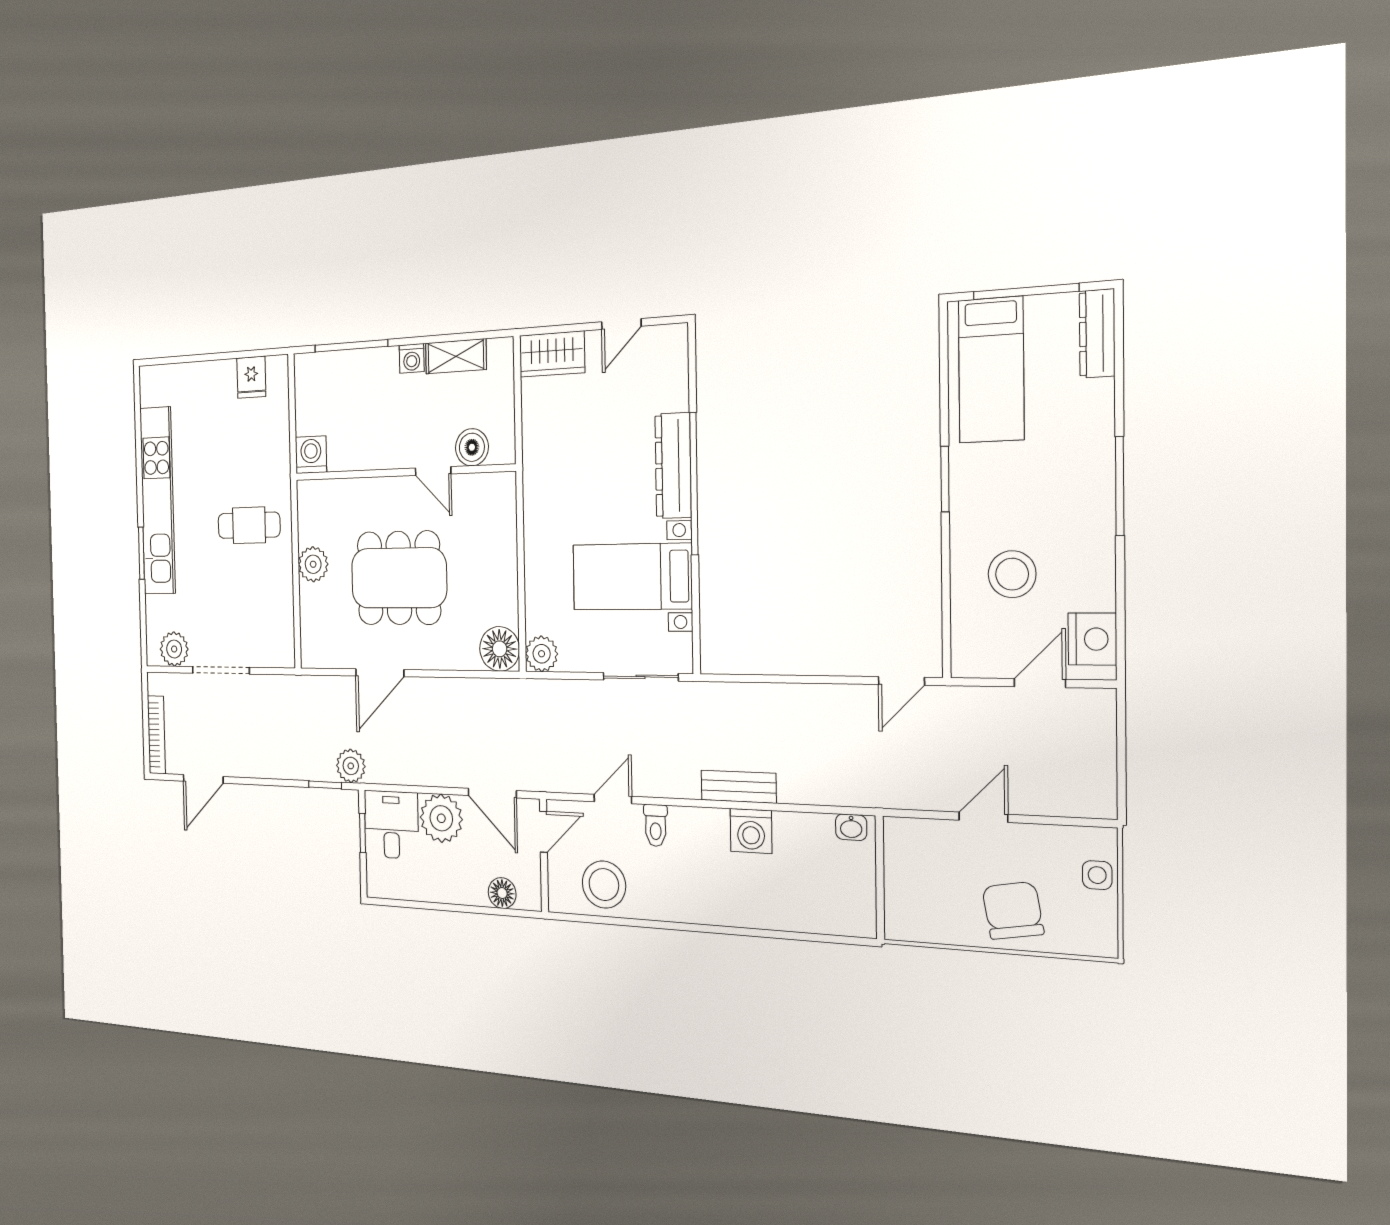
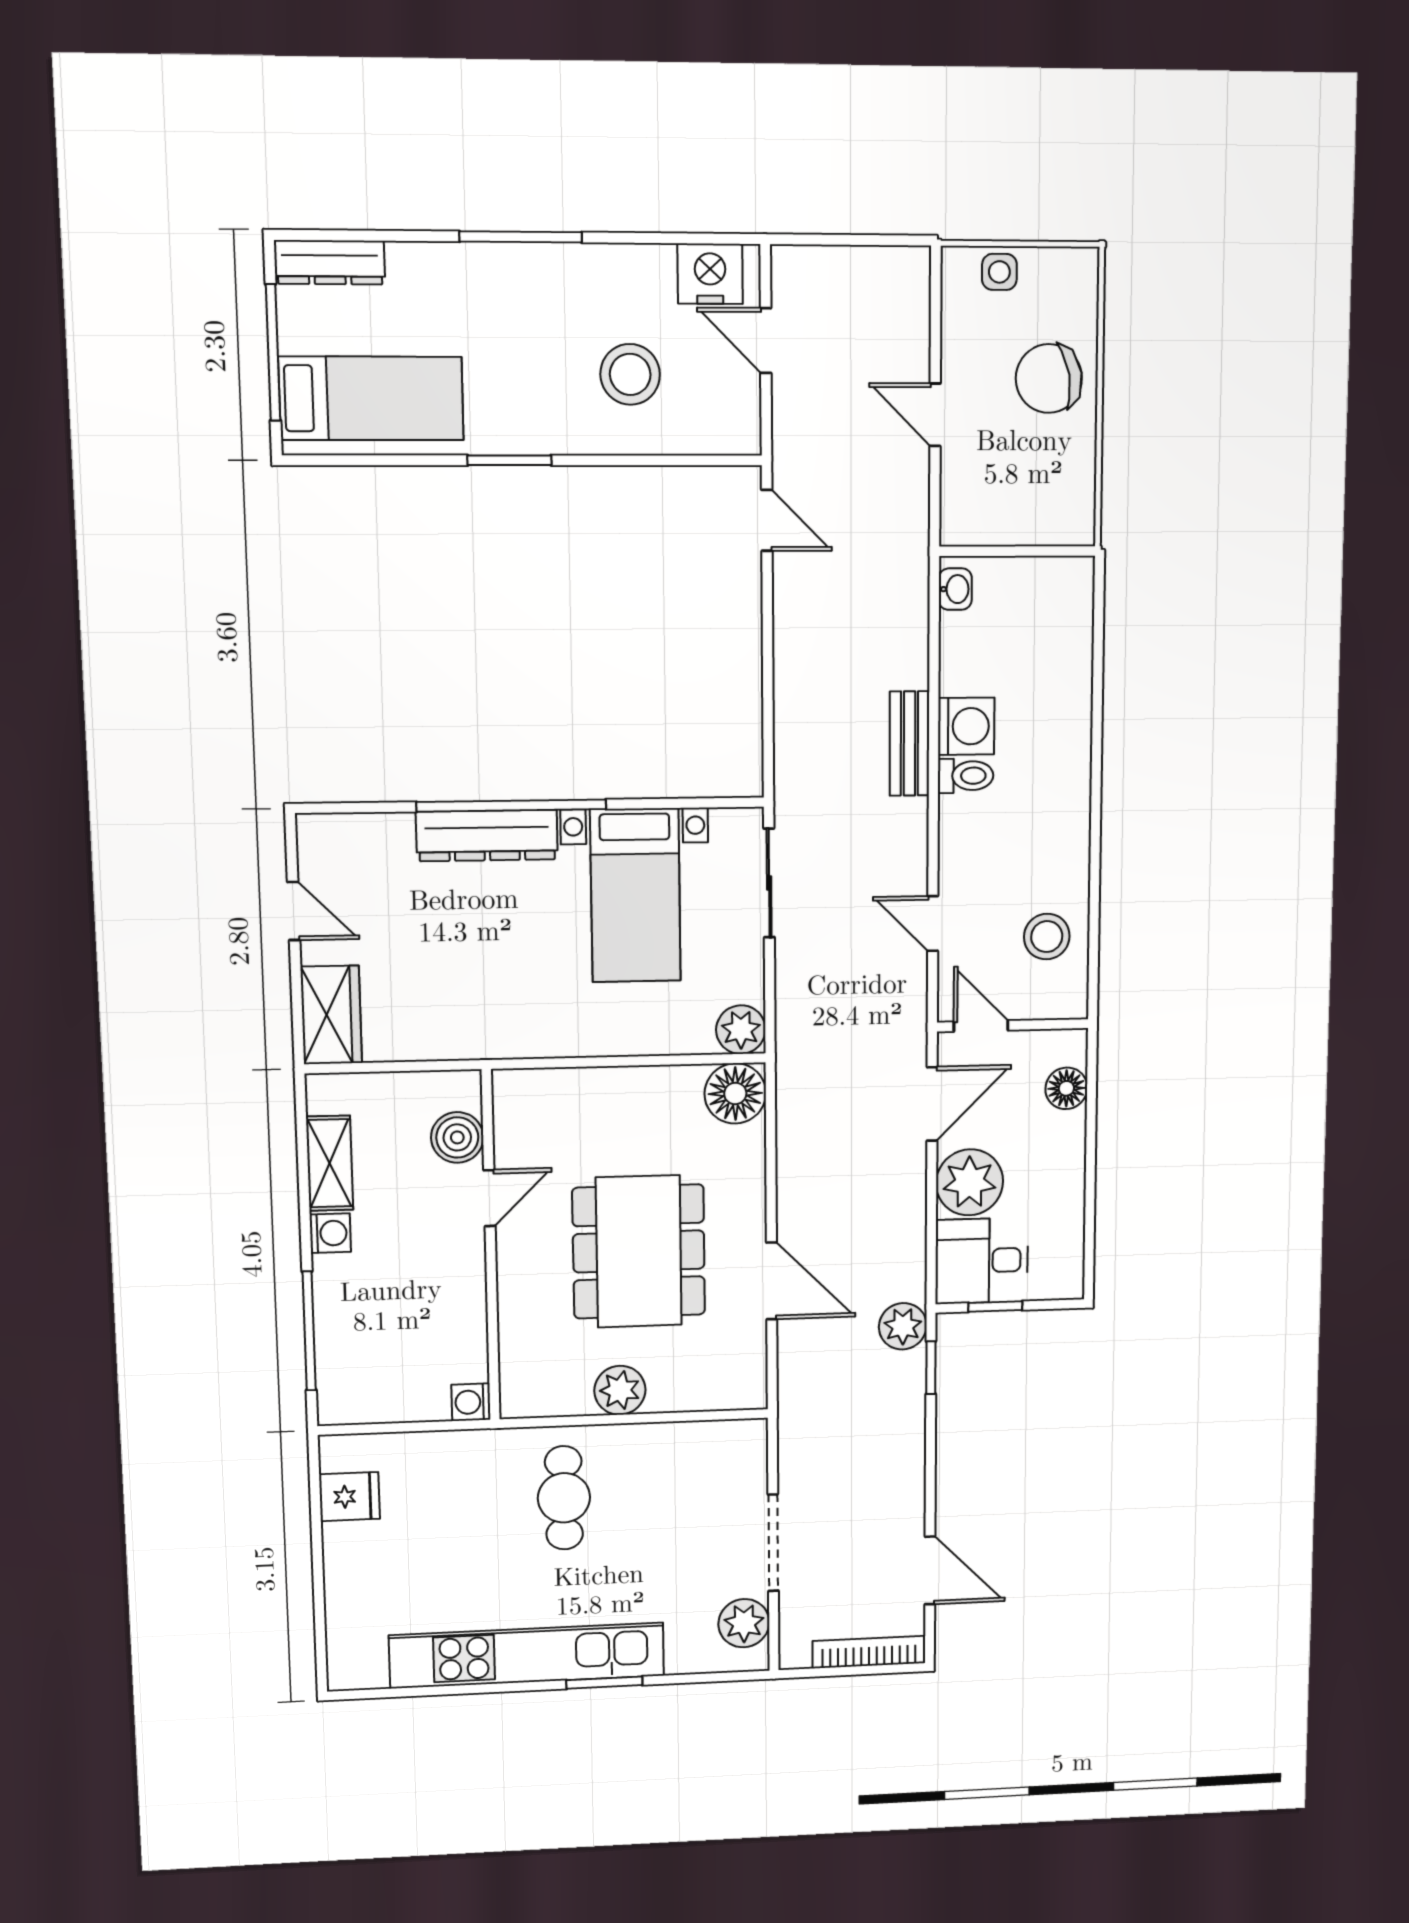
washing machine: (311, 455) -> (471, 1402), width x0.73, depth x0.73
toilet: (656, 825) -> (966, 776), moved
stool: (604, 885) -> (1047, 937), width x0.73, depth x0.73

